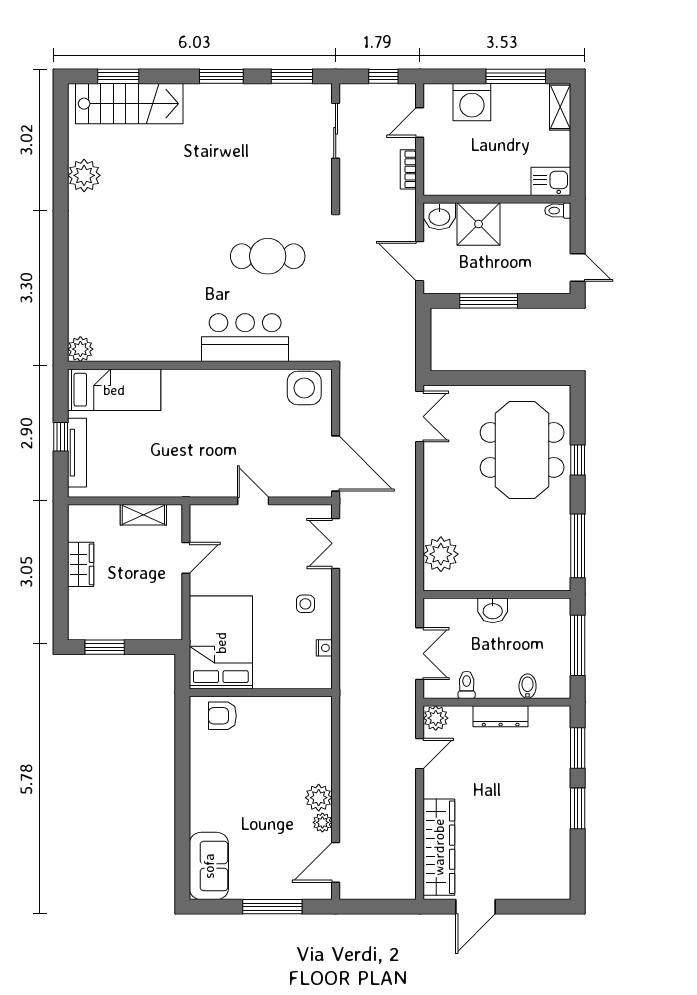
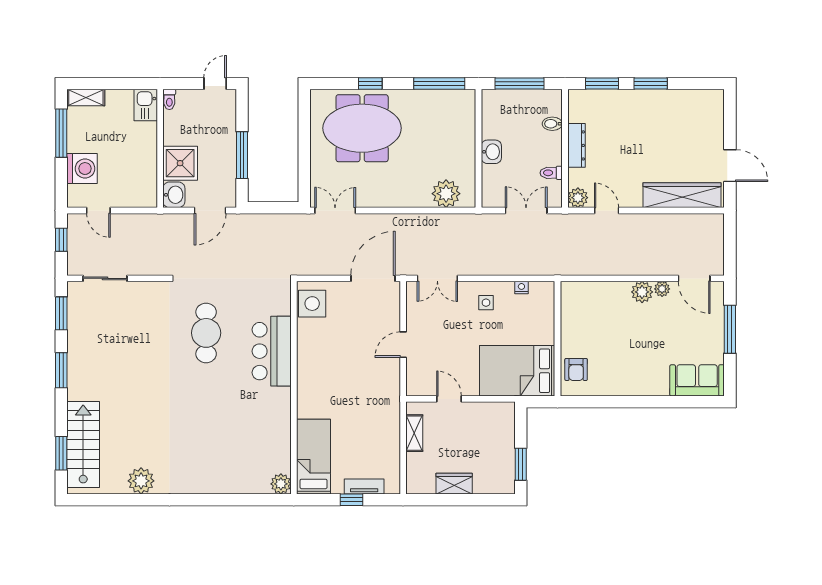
bookcase: (408, 169) -> (136, 220), removed
tv unit: (77, 453) -> (364, 486), width x0.71

